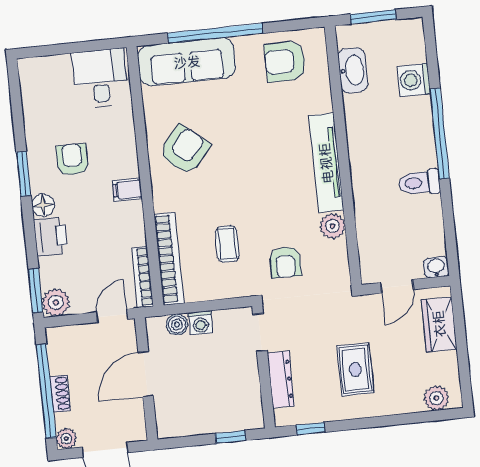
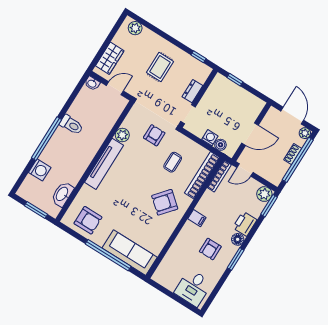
desk: (100, 78) -> (193, 288), moved
armchair: (184, 150) -> (165, 202), moved
dresser: (281, 379) -> (192, 91), width x0.70

